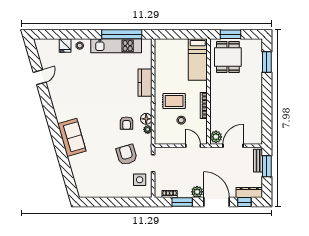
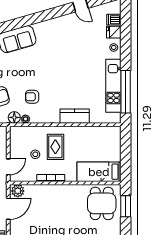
dishwasher: (53, 45) -> (114, 20), added
dining table: (228, 57) -> (102, 203), turned 90
floor lamp: (146, 119) -> (14, 117), moved
door: (233, 146) -> (8, 209), hinge flipped

